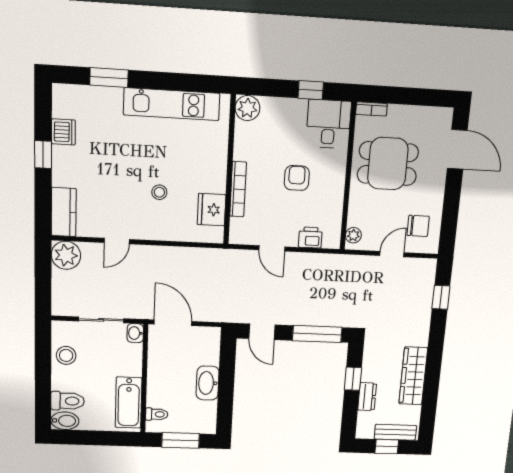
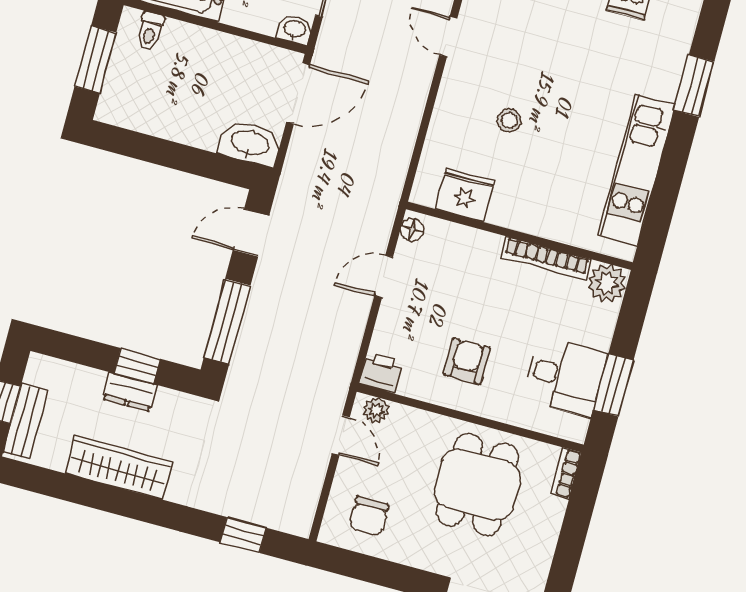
window: (311, 90) -> (613, 385), width x1.50
desk: (329, 124) -> (565, 376), moved
armchair: (297, 178) -> (467, 361), moved, turned -90
bookcase: (238, 189) -> (546, 259), moved
floor lamp: (240, 237) -> (412, 230), added
printer: (310, 238) -> (381, 373), moved, turned -90
door: (392, 254) -> (341, 436), moved
washbasin: (208, 383) -> (250, 144), moved
dresser: (367, 397) -> (130, 392), moved

